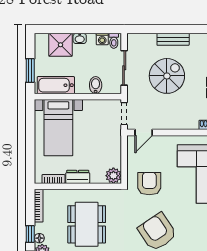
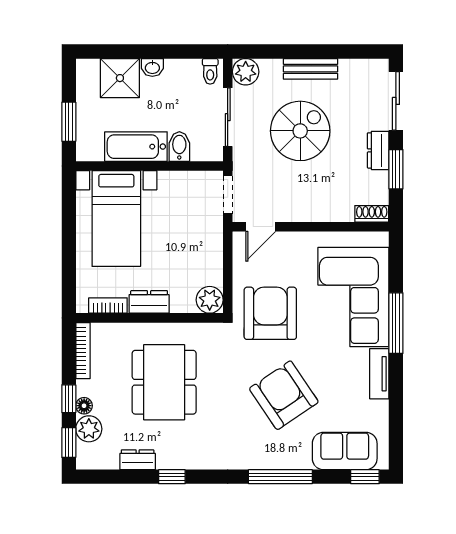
washing machine: (102, 39) -> (191, 68), removed
plant: (135, 41) -> (246, 72), added
bathtub: (56, 85) -> (136, 147), moved
armchair: (149, 184) -> (270, 313), width x1.36, depth x1.36

